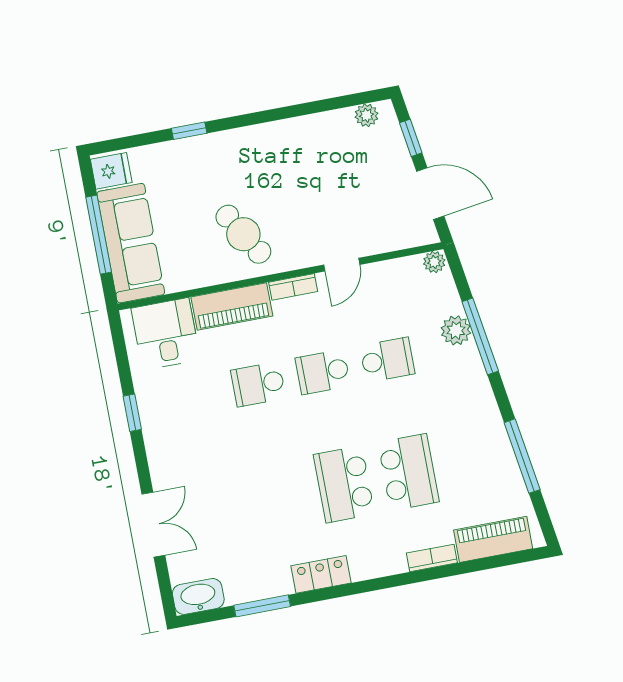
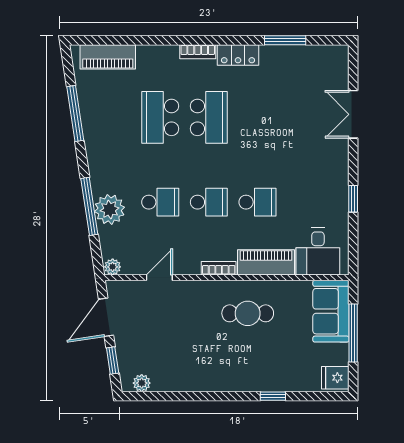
door: (430, 194) -> (106, 317), hinge flipped
cafe table: (243, 234) -> (248, 313), turned -59
sofa: (131, 243) -> (331, 311), width x0.73
door: (342, 265) -> (159, 278), moved
plant: (456, 330) -> (110, 209), width x1.36, depth x1.36
school desk: (387, 360) -> (160, 202), turned 180
bookcase: (432, 558) -> (198, 52), moved
washbasin: (198, 596) -> (330, 56), removed

